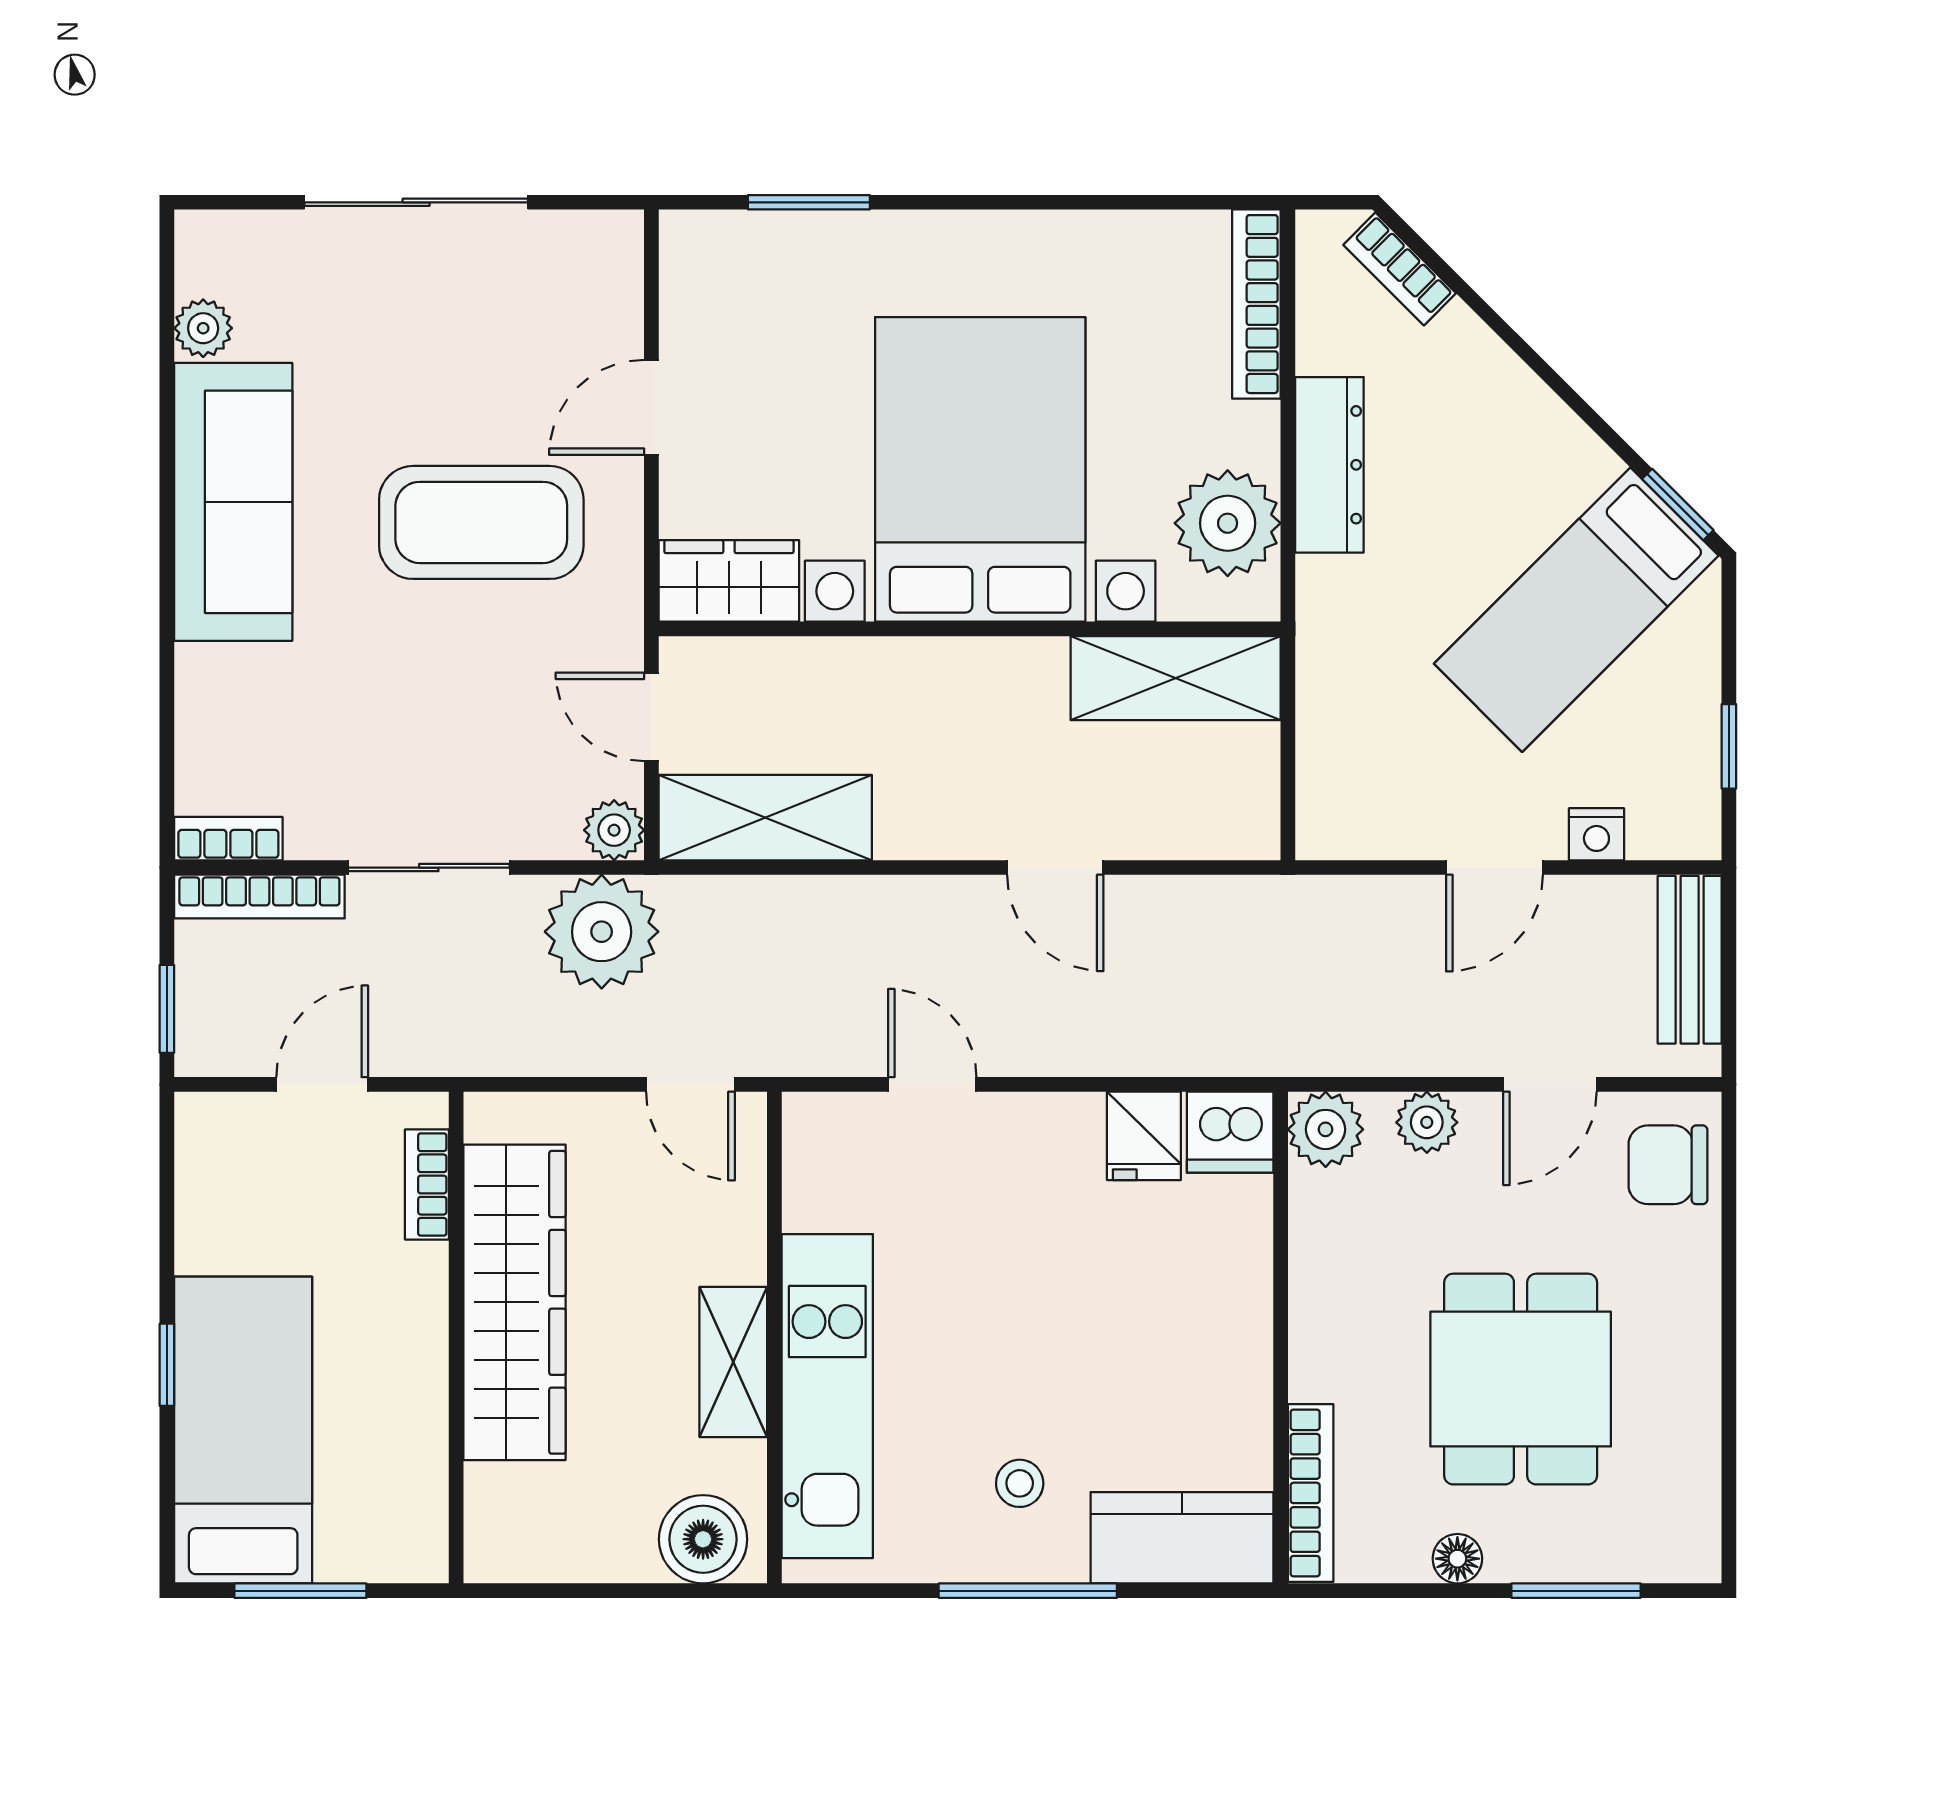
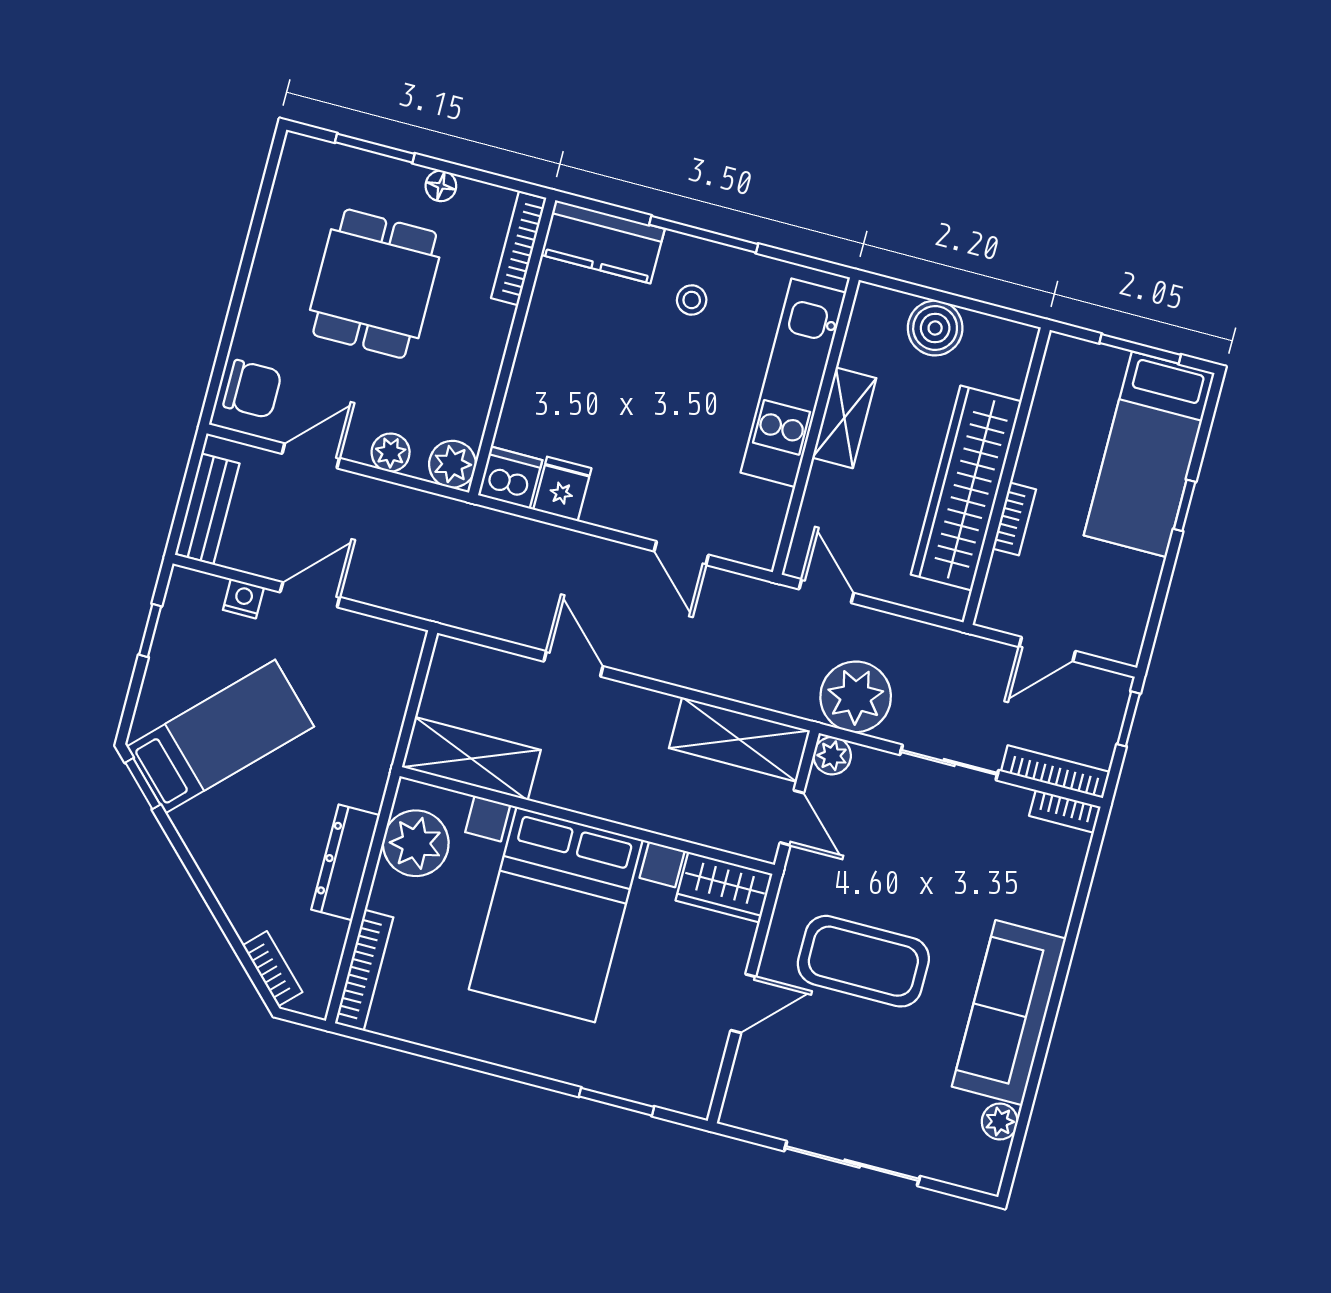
bookcase: (427, 1185) -> (1014, 519), moved
boiler: (703, 1539) -> (935, 328), moved

